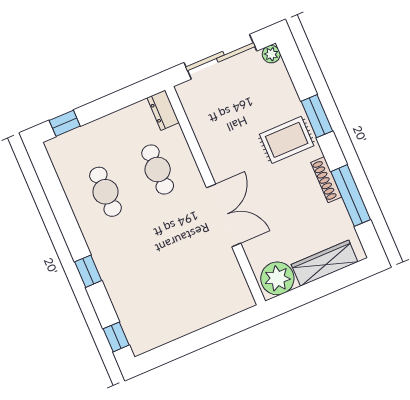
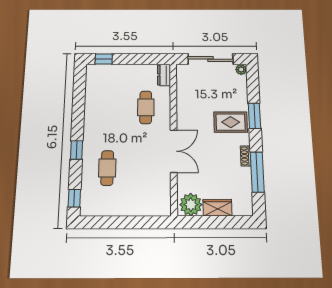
shoe rack: (326, 180) -> (246, 156), width x0.70
cafe table: (105, 192) -> (107, 168), moved
wardrobe: (325, 263) -> (217, 208), width x0.67

